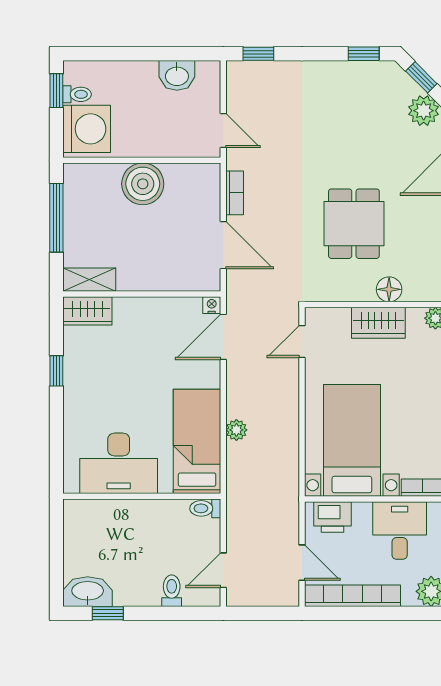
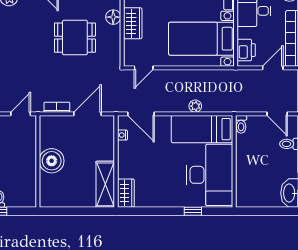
washing machine: (87, 129) -> (20, 193), removed
window: (56, 218) -> (71, 211), removed
shelving: (89, 280) -> (105, 184), width x1.50, depth x1.33
nightstand: (212, 305) -> (122, 135), moved
door: (302, 342) -> (144, 68), hinge flipped
window: (56, 371) -> (193, 211), moved
desk: (119, 463) -> (209, 175), width x1.36, depth x1.30

